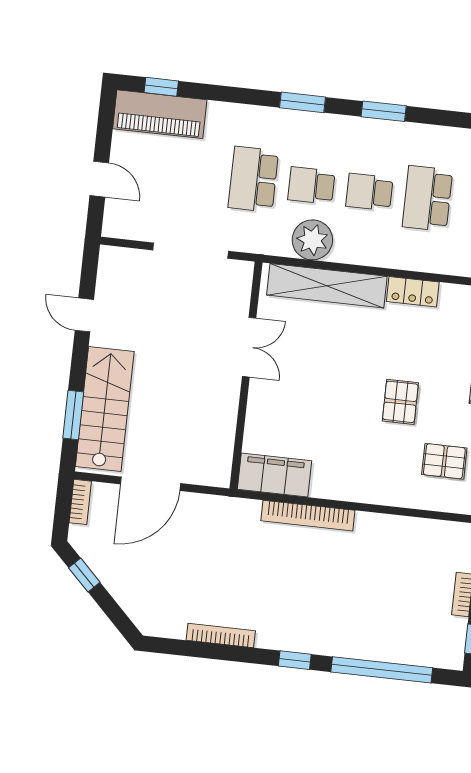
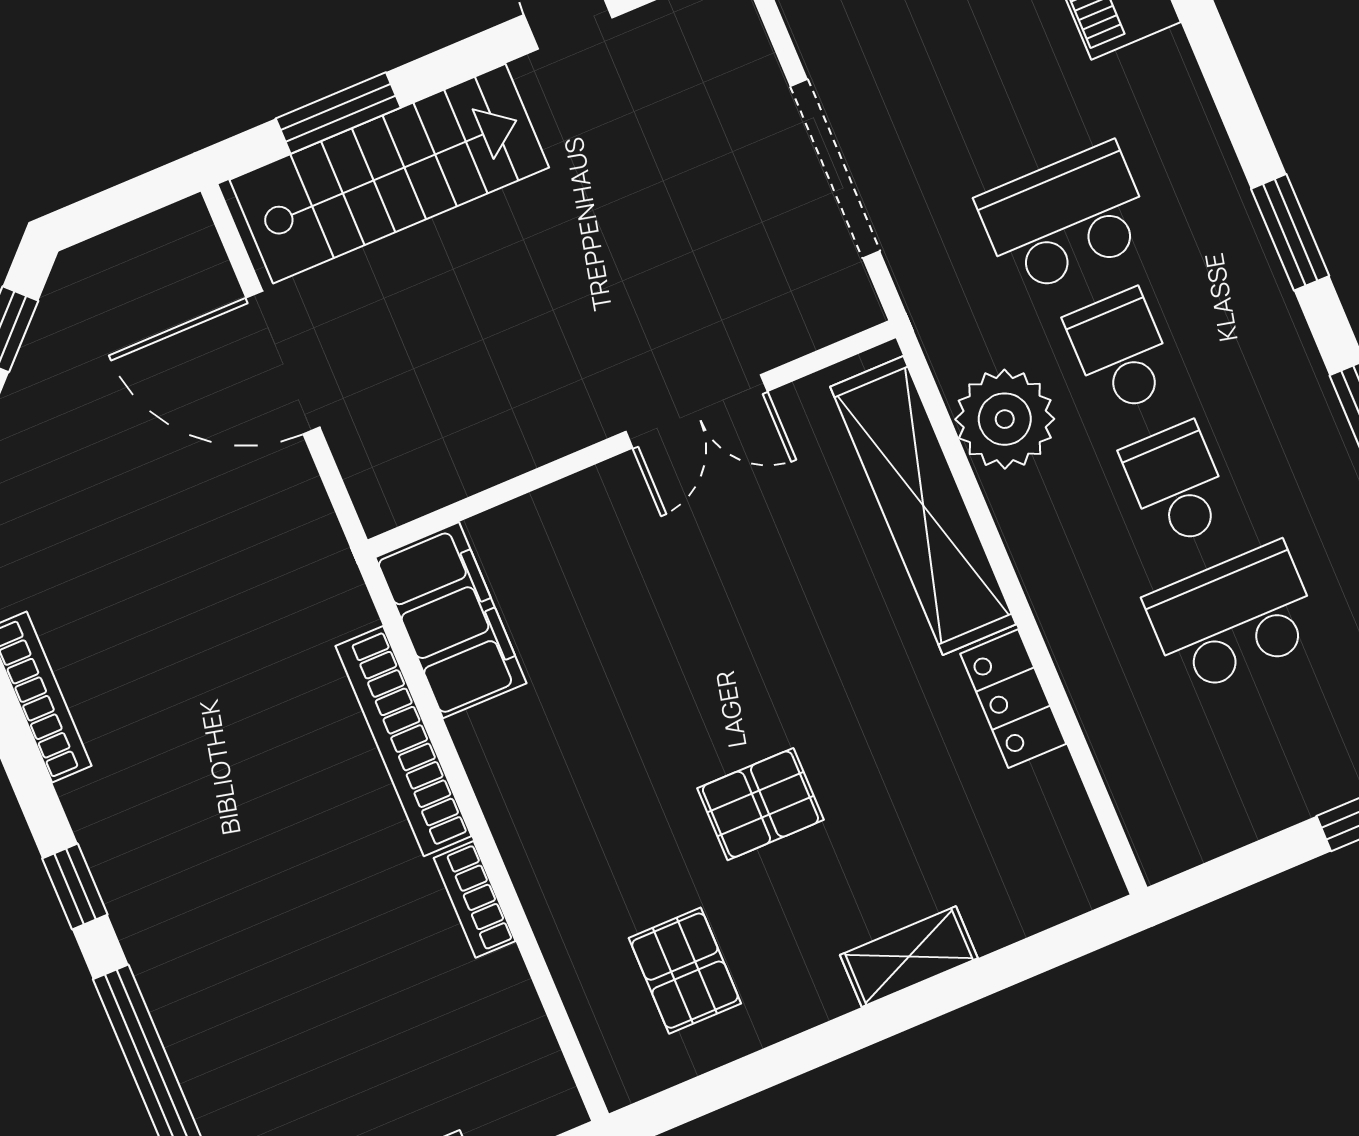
bookcase: (80, 502) -> (475, 899), moved, turned 90

